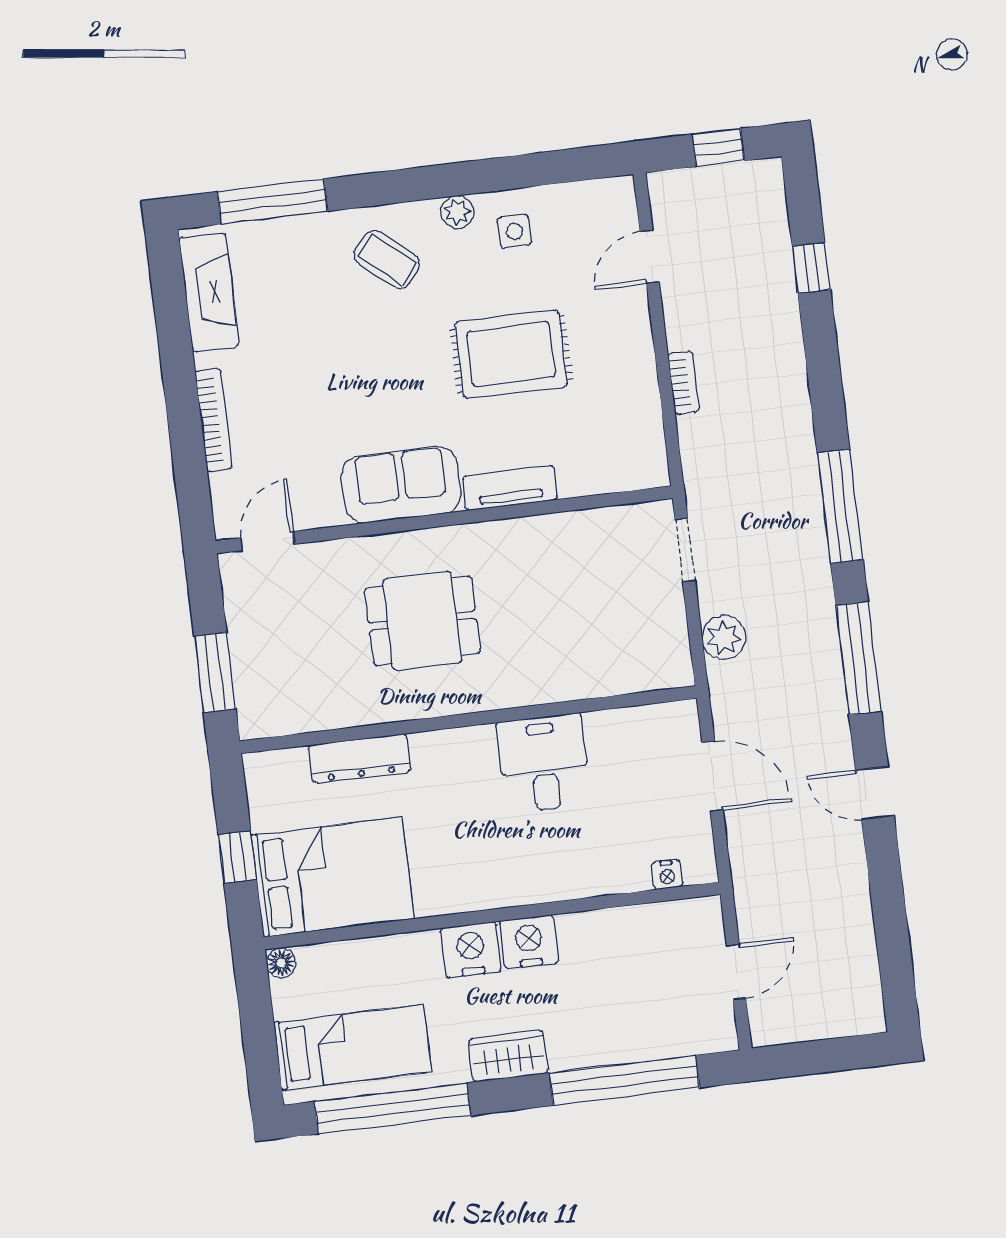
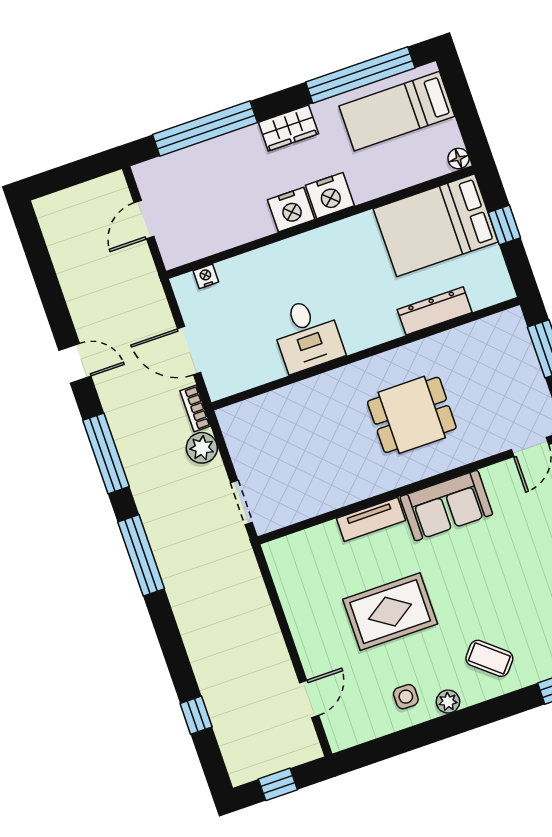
bookcase: (683, 383) -> (195, 408), moved

